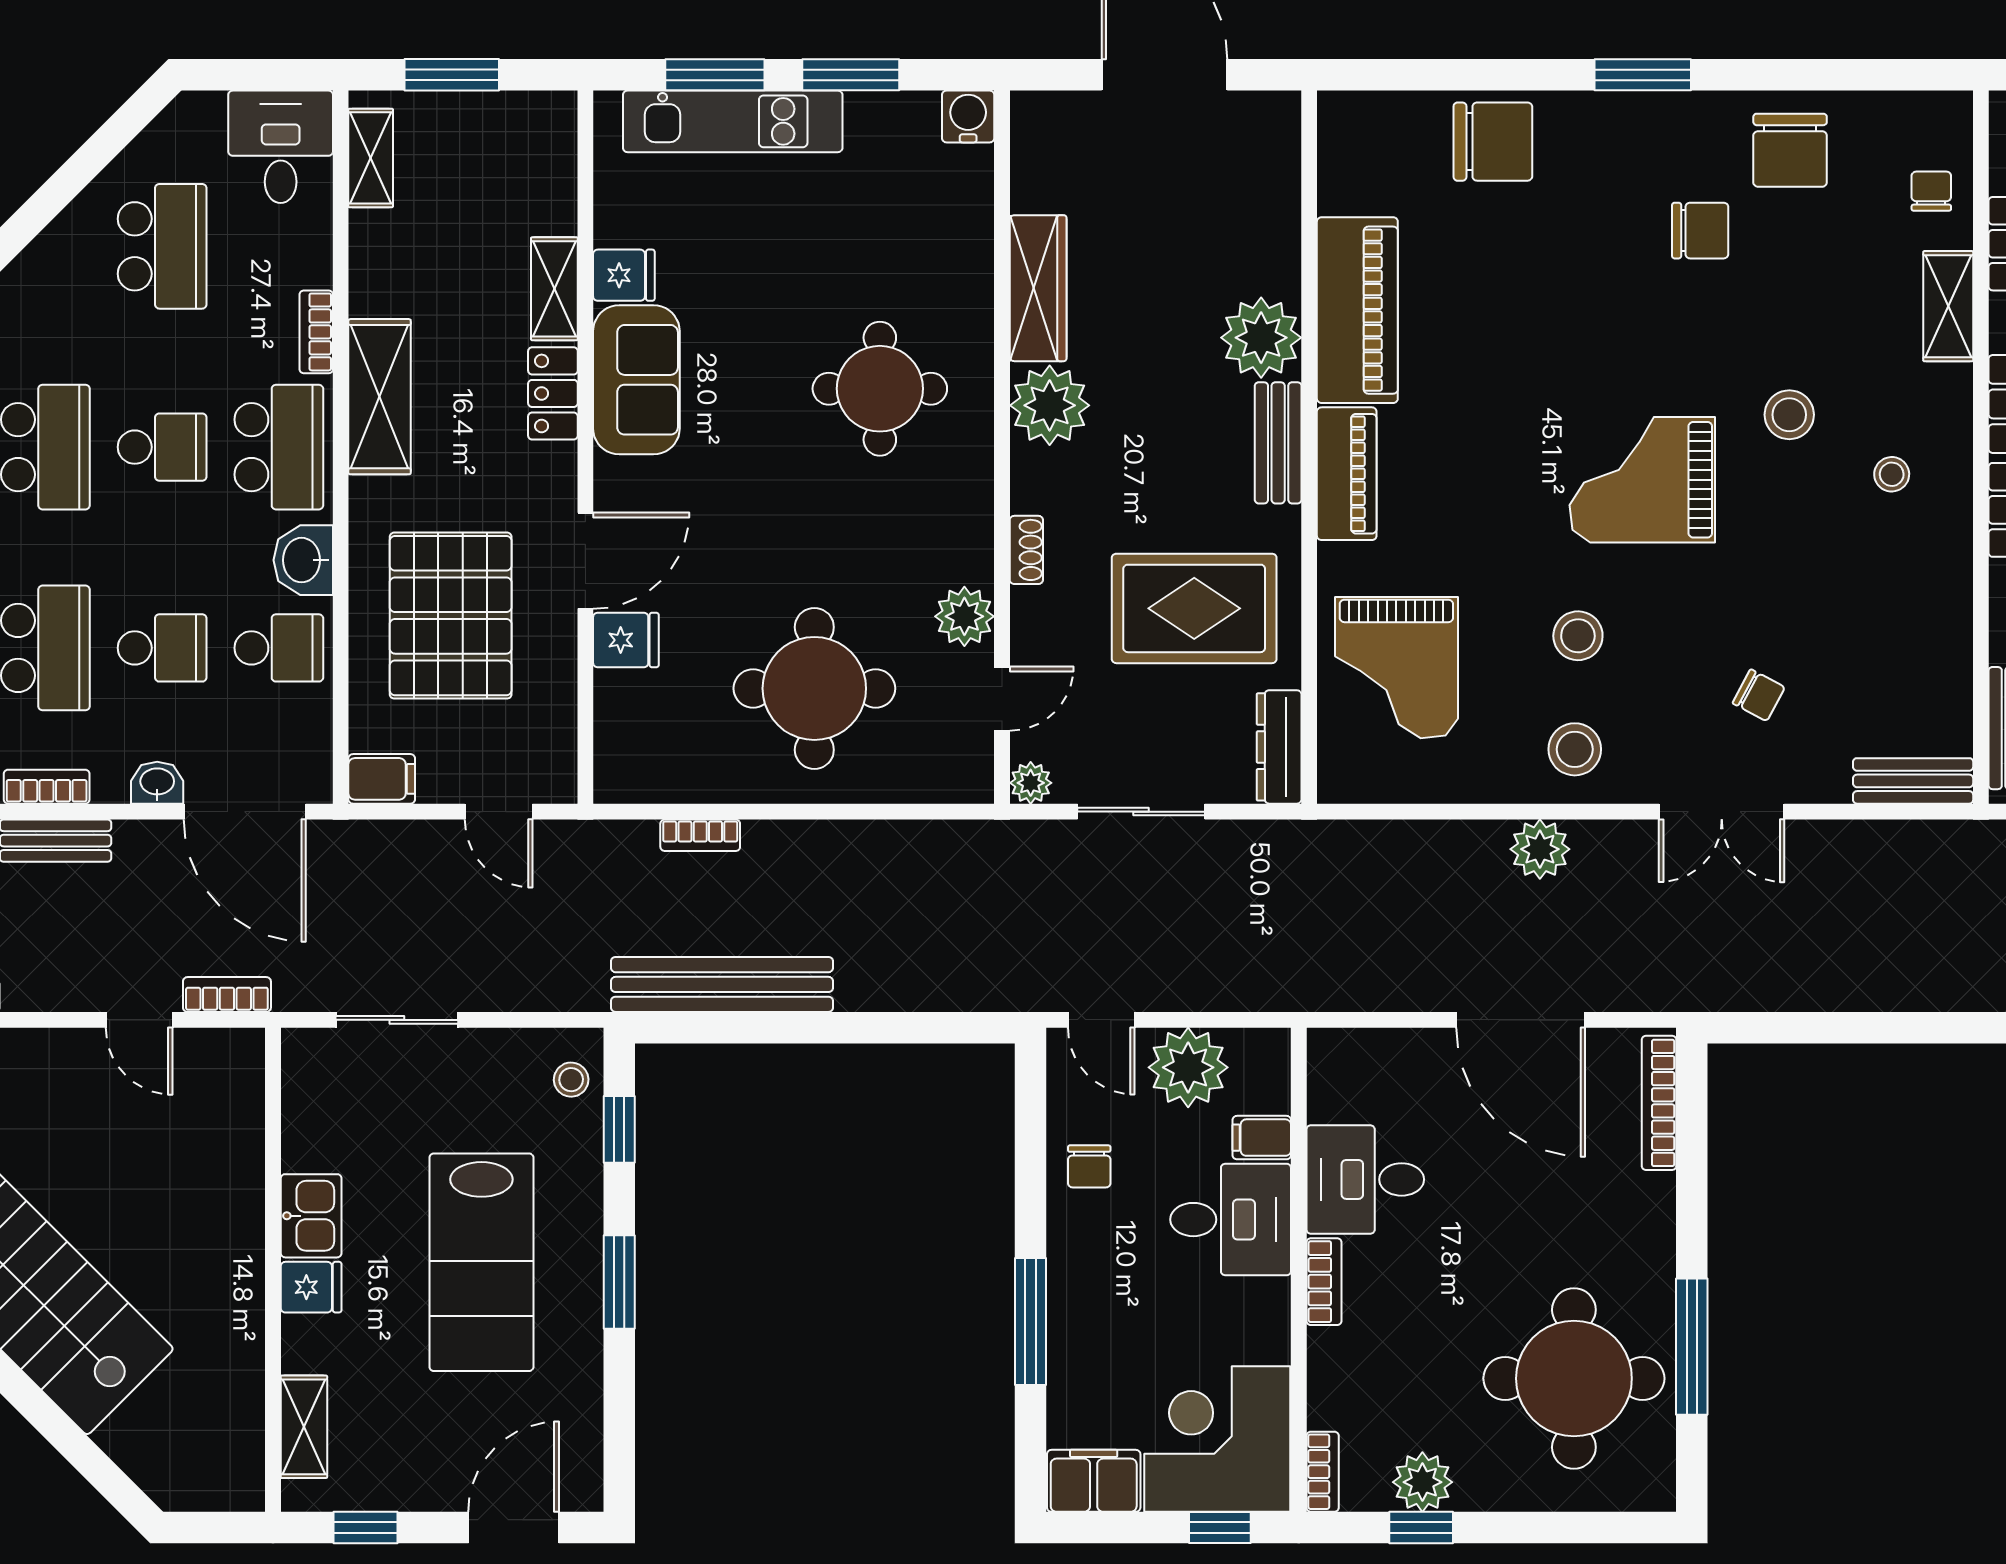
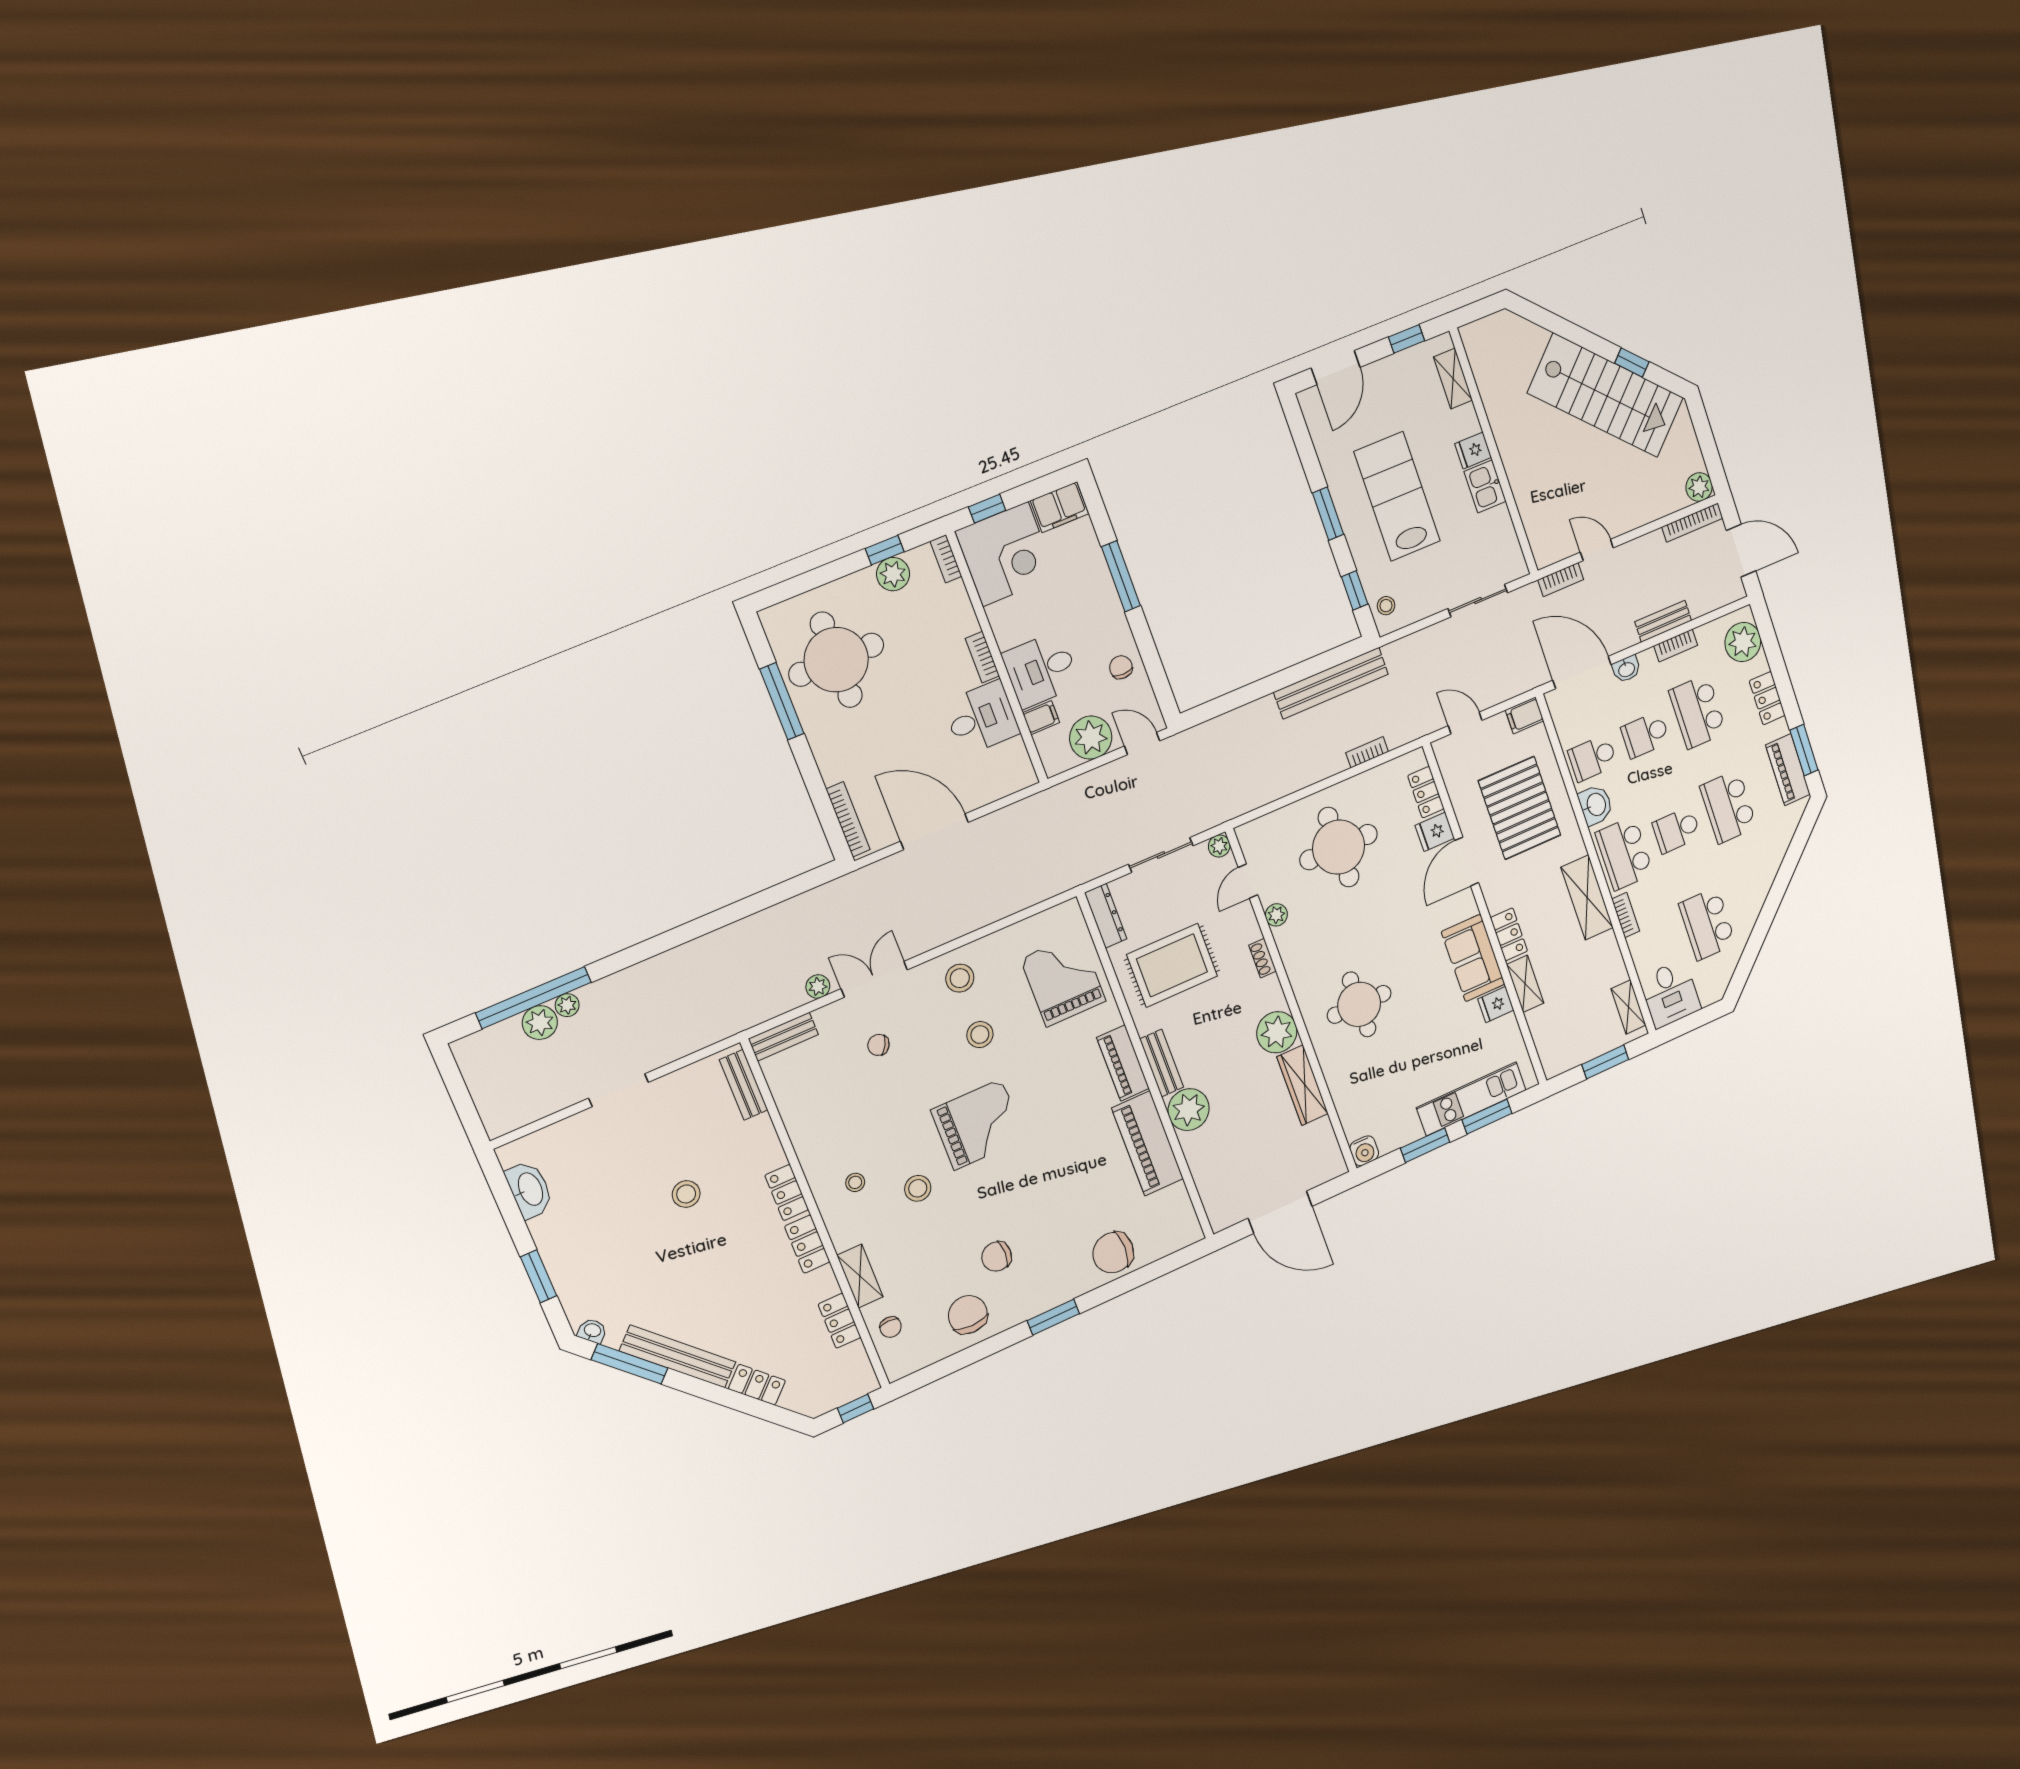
plant: (964, 616) -> (1276, 915), width x0.73, depth x0.73
locker: (617, 718) -> (1426, 792), added
plant: (1540, 849) -> (818, 986), moved, width x0.73, depth x0.73

